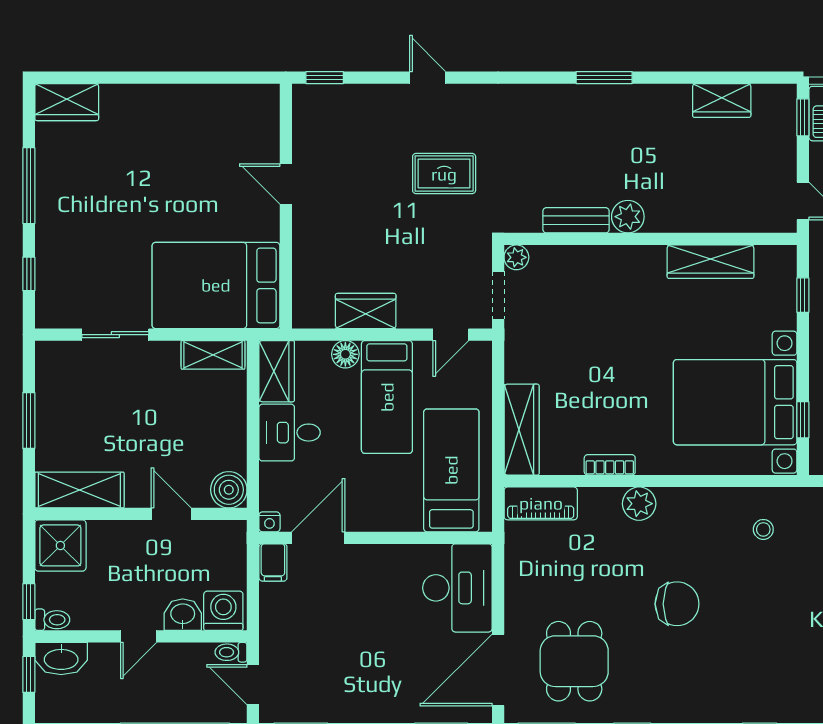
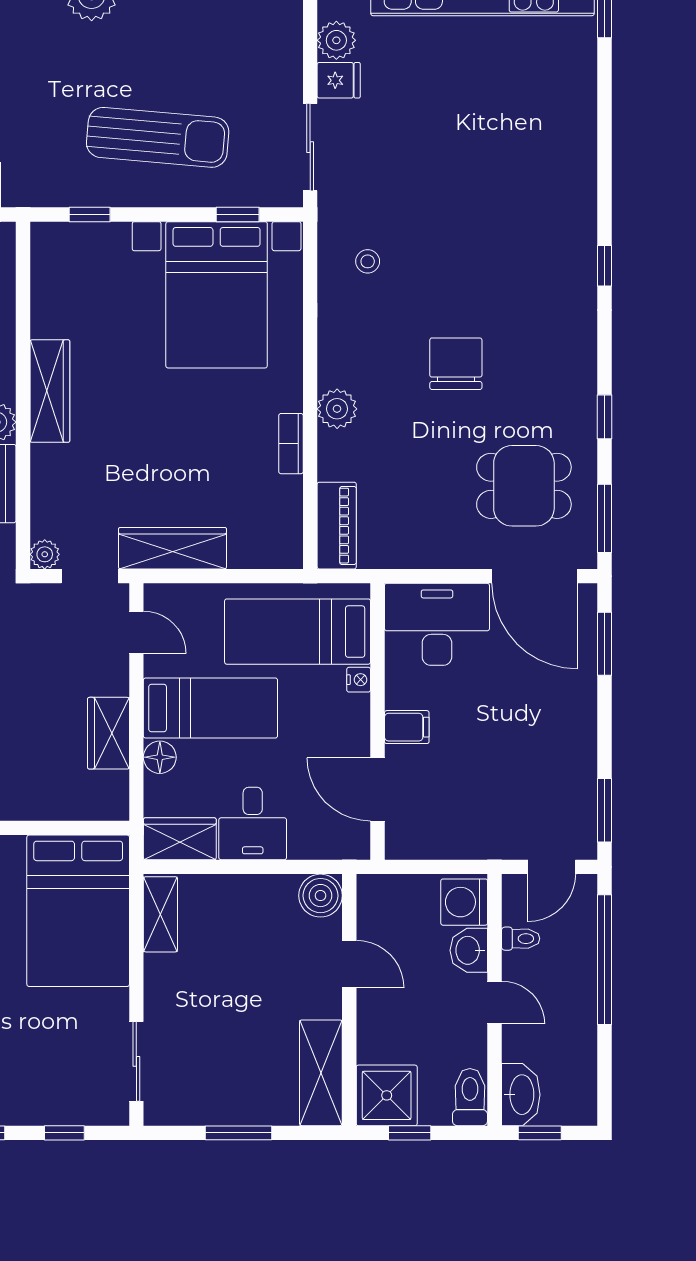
wardrobe: (710, 262) -> (50, 391), moved
sliding door: (115, 335) -> (136, 1061), moved
wardrobe: (522, 430) -> (172, 548), moved
door: (171, 514) -> (349, 964), swing flipped
nightstand: (269, 522) -> (359, 680), moved
filing cabinet: (273, 562) -> (407, 727), moved
window: (29, 602) -> (410, 1133), moved
toilet: (52, 620) -> (470, 1097), width x1.37, depth x1.39
toilet: (231, 652) -> (521, 939), moved, turned -90

